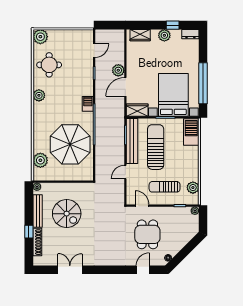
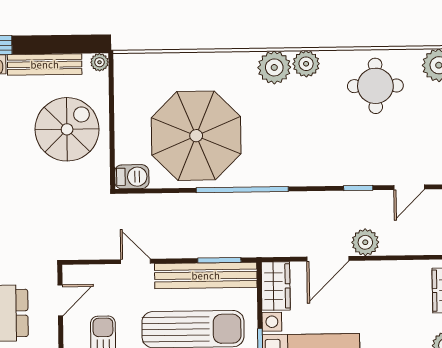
door: (94, 51) -> (409, 187), hinge flipped
door: (125, 87) -> (328, 259), swing flipped
barbecue: (88, 104) -> (132, 177), moved
plant: (40, 160) -> (274, 67), moved
spiral stairs: (67, 214) -> (67, 129), moved, turned 180

